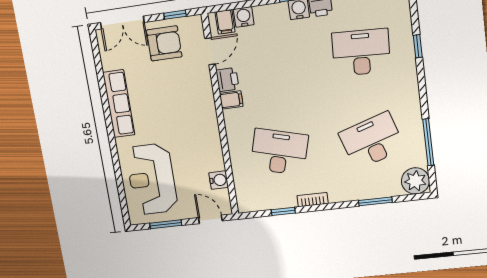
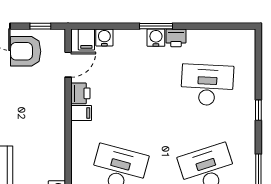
armchair: (164, 43) -> (26, 51), turned 180
window: (418, 46) -> (258, 110), moved

